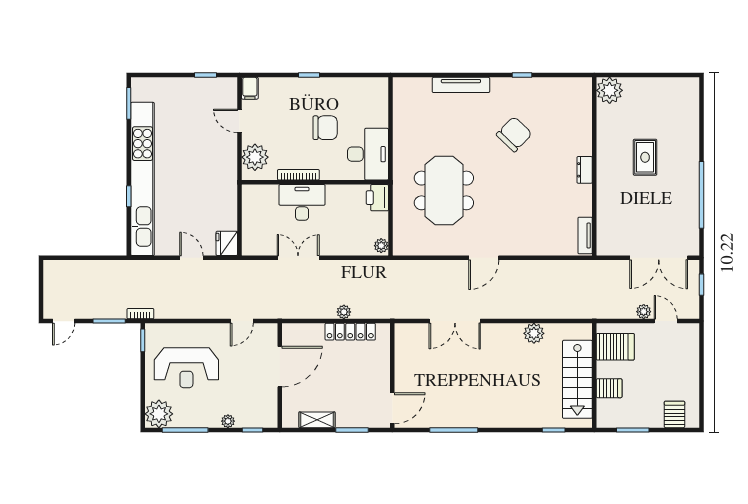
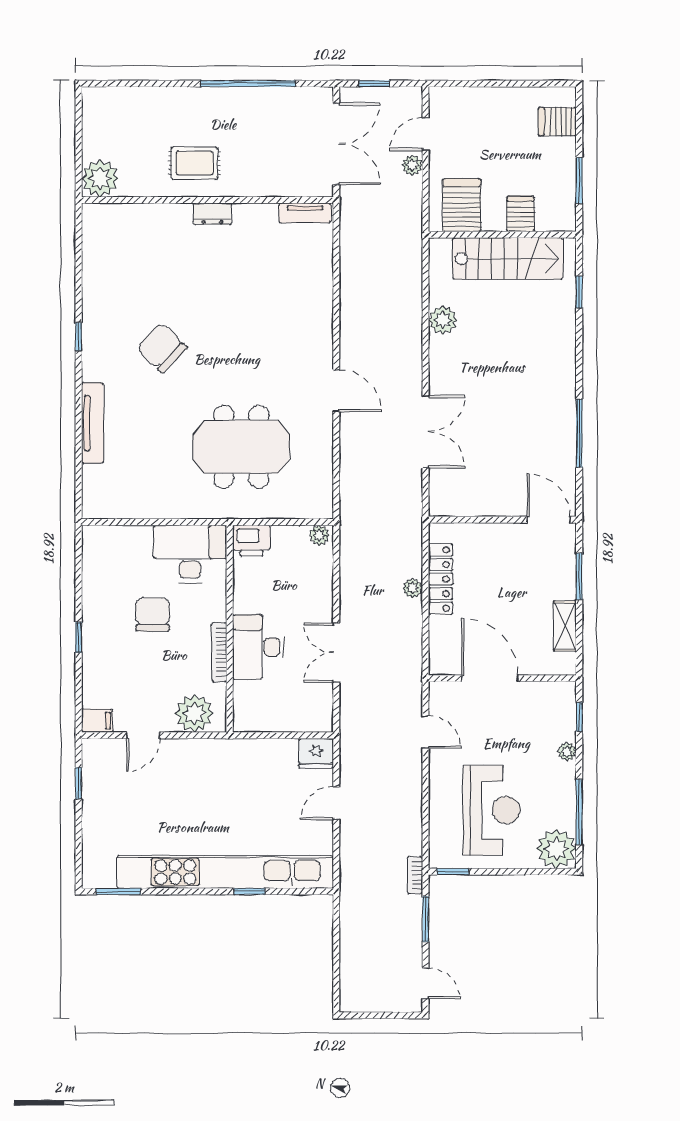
plant: (610, 90) -> (100, 178), moved
wall: (594, 166) -> (207, 200), moved
dresser: (585, 170) -> (212, 214), moved
tv unit: (585, 236) -> (305, 213), moved

